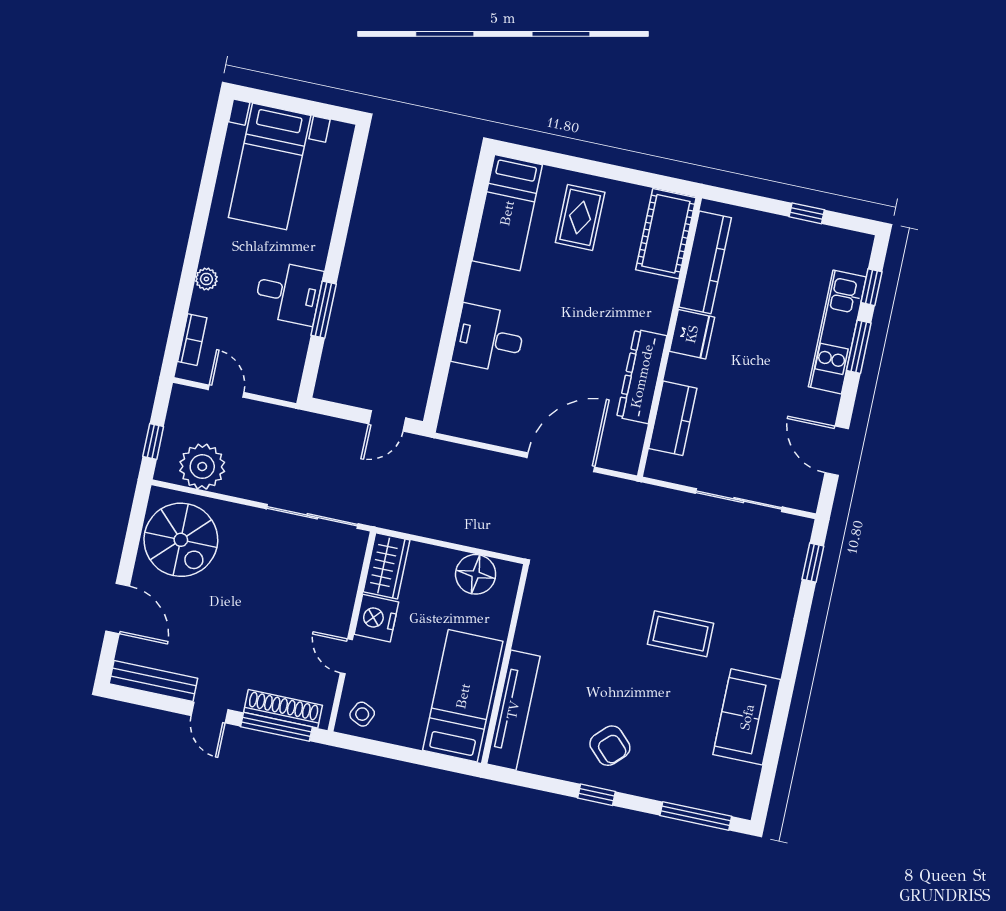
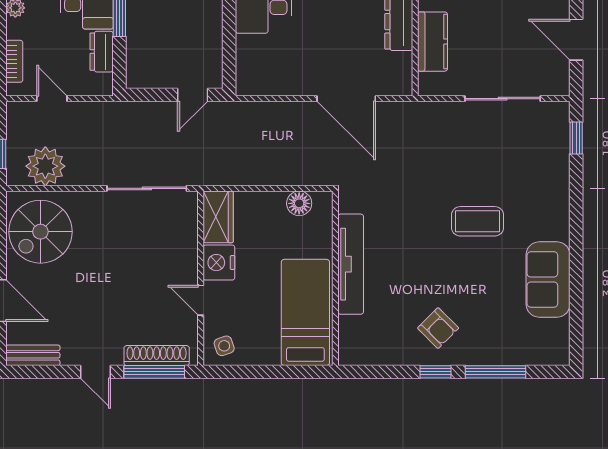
dresser: (294, 350) -> (102, 52), added
door: (561, 462) -> (346, 99), swing flipped
spiral stairs: (181, 540) -> (40, 232), turned 90
floor lamp: (476, 574) -> (299, 203), width x0.73, depth x0.73
bench: (153, 681) -> (33, 355), width x0.73
tv unit: (513, 710) -> (351, 264), moved
side table: (362, 714) -> (224, 346), turned 45
window: (696, 816) -> (495, 372), moved

